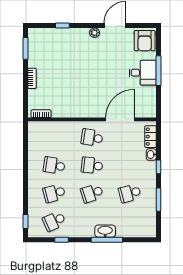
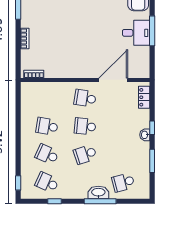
washbasin: (151, 154) -> (145, 135), moved
school desk: (54, 193) -> (47, 154), turned 39
school desk: (130, 193) -> (123, 182), moved
school desk: (54, 221) -> (47, 182), turned 48

